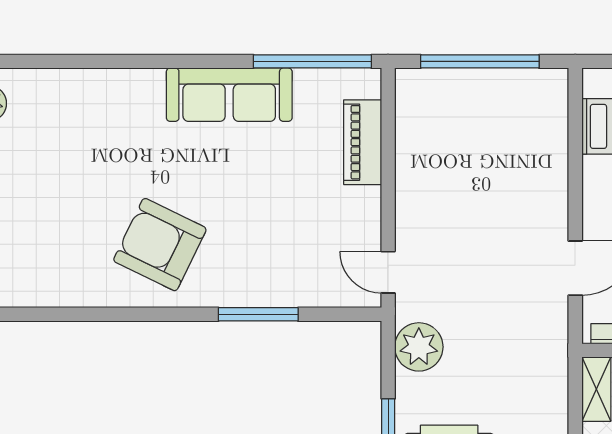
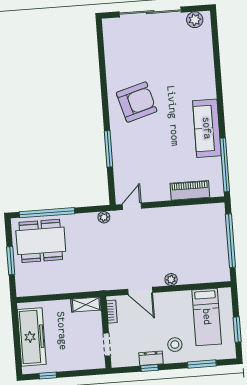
plant: (555, 198) -> (171, 279), added
armchair: (160, 245) -> (137, 102), turned 48
plant: (419, 347) -> (104, 217), width x0.53, depth x0.53

